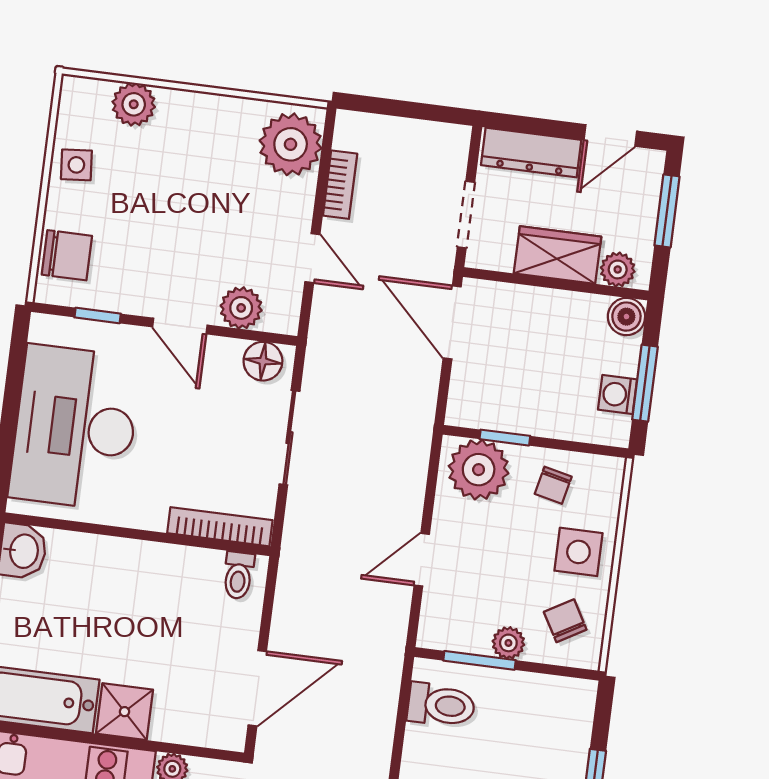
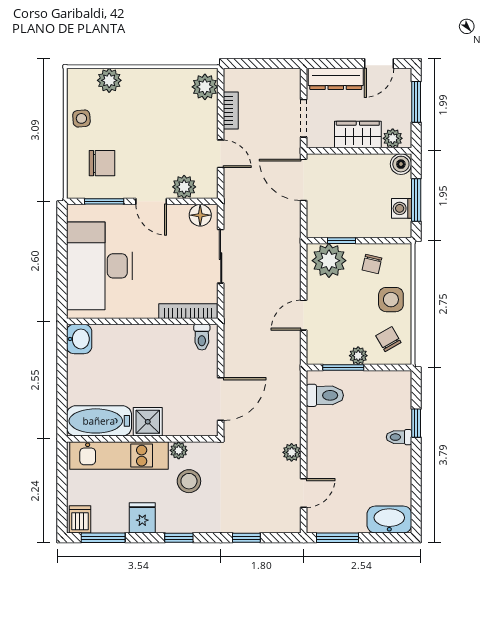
plant: (291, 144) -> (205, 87), width x0.73, depth x0.73
chair: (67, 255) -> (102, 163), moved
window: (98, 316) -> (104, 201), width x1.50

